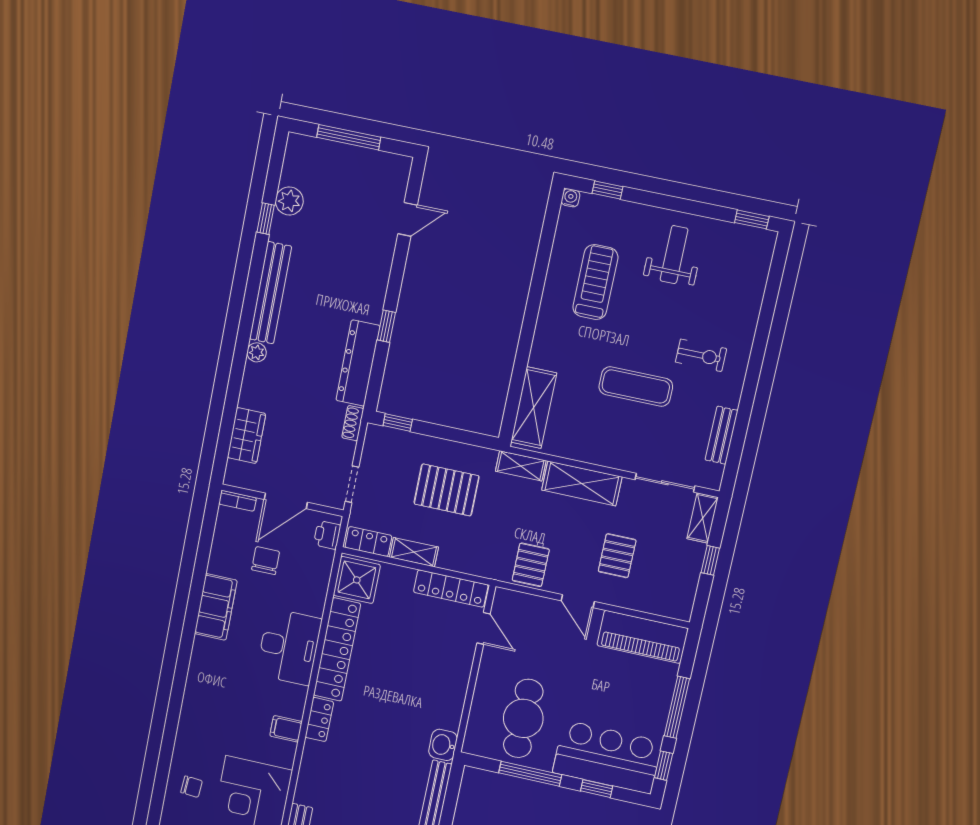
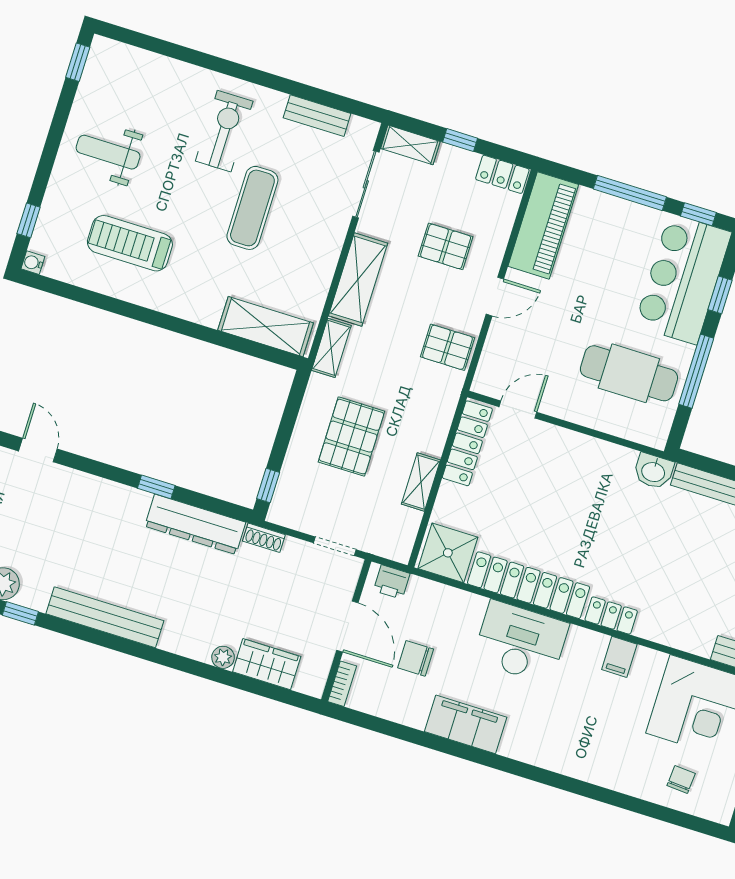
plant: (257, 352) -> (223, 657), moved
exercise bike: (701, 355) -> (224, 131), width x1.38, depth x1.39
locker: (368, 541) -> (502, 174), moved, turned -90

